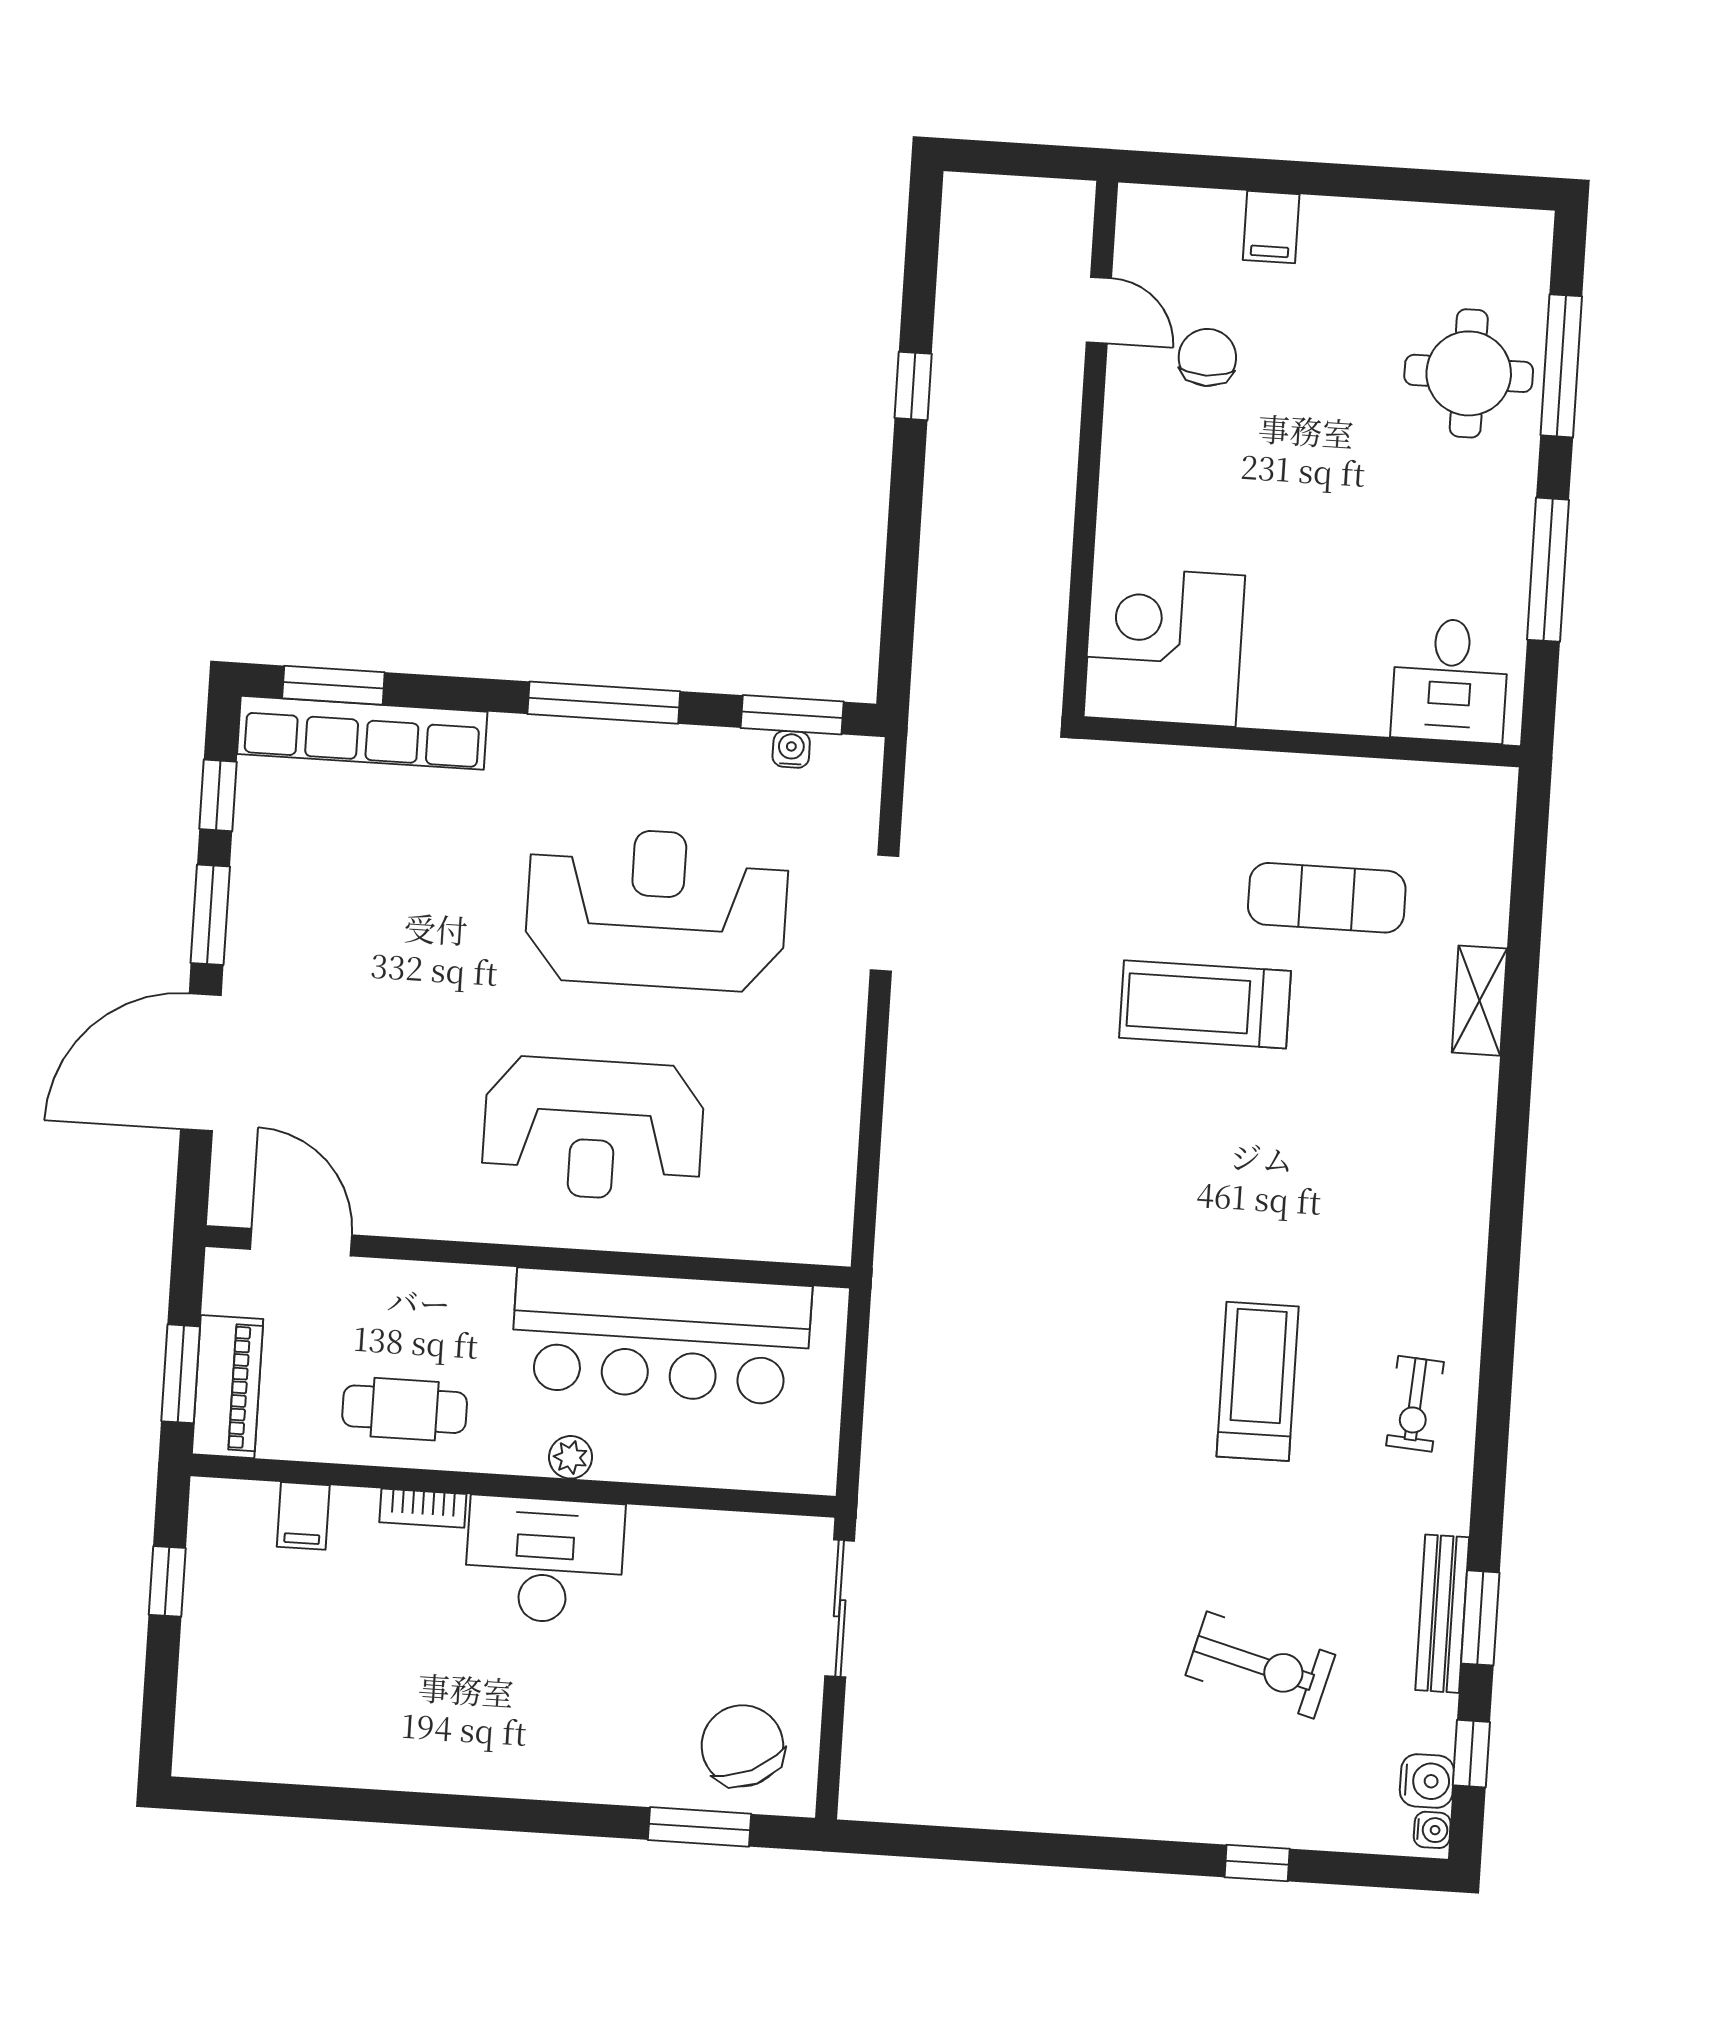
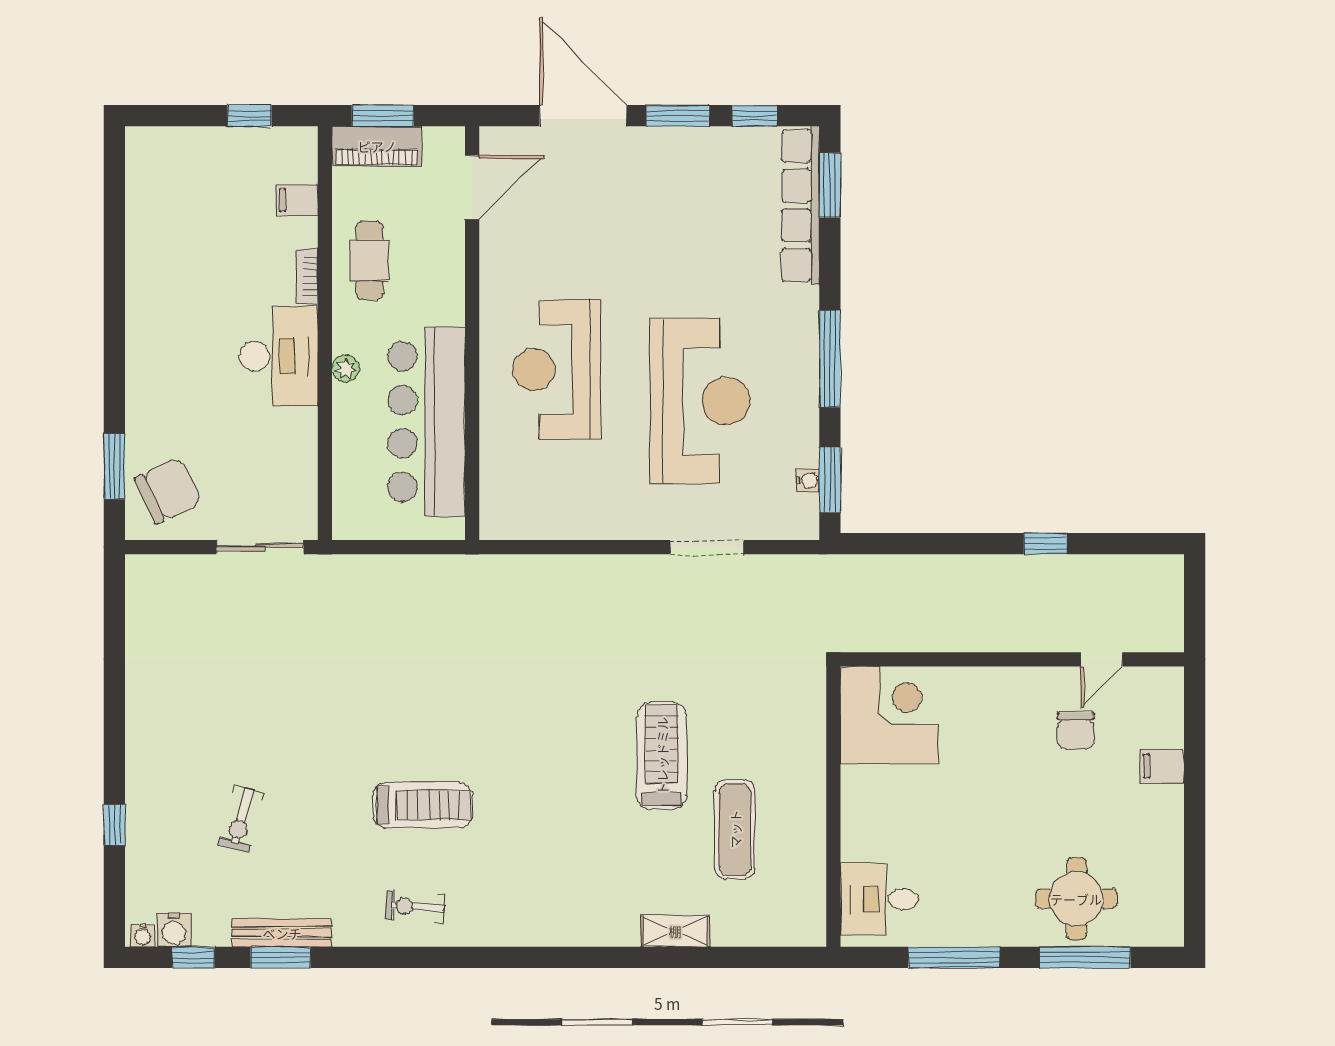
chair: (1207, 357) -> (1076, 731), turned 90
exercise bike: (1260, 1665) -> (241, 819), width x0.73, depth x0.72

